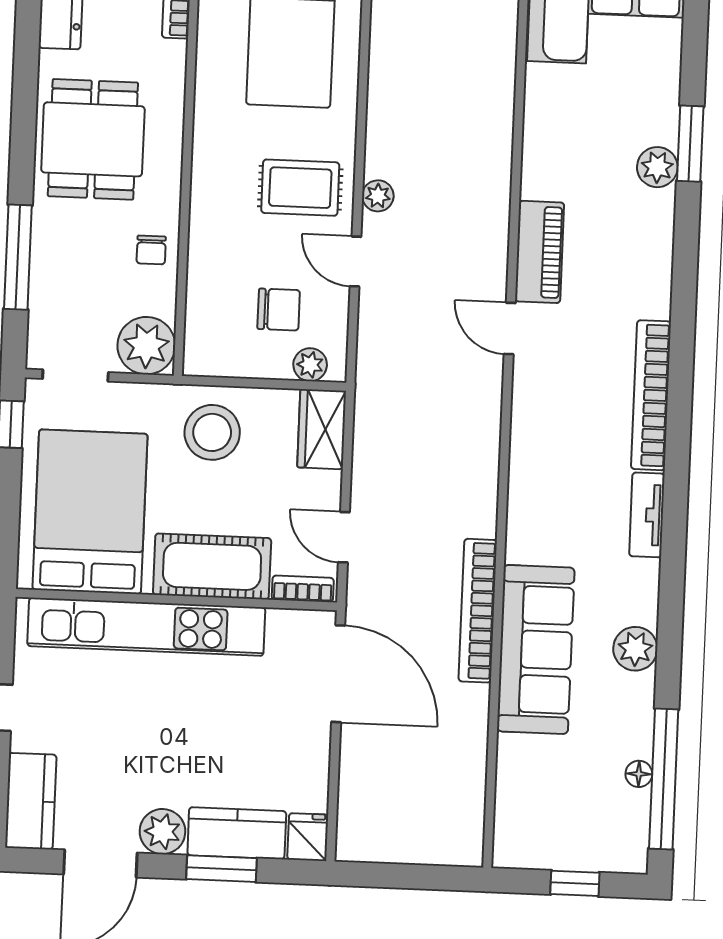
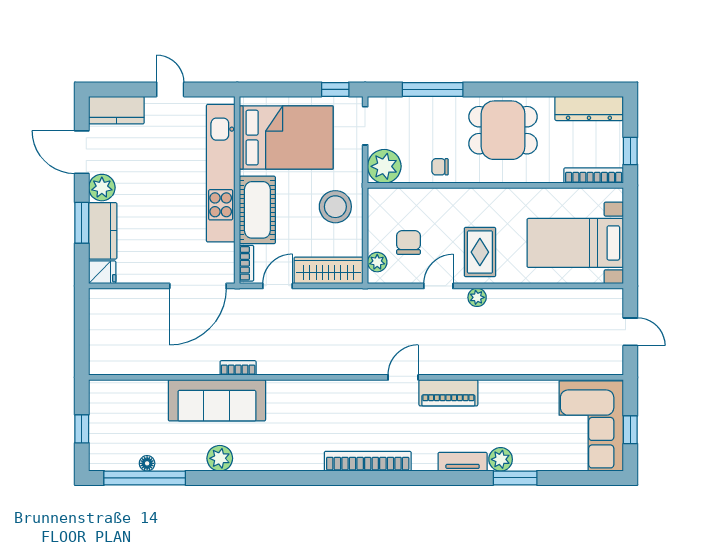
chair: (279, 310) -> (409, 242), turned 180
wardrobe: (322, 429) -> (328, 270), width x1.50
tv unit: (647, 515) -> (463, 462), moved
bookcase: (478, 611) -> (238, 368), width x0.43, depth x0.76

